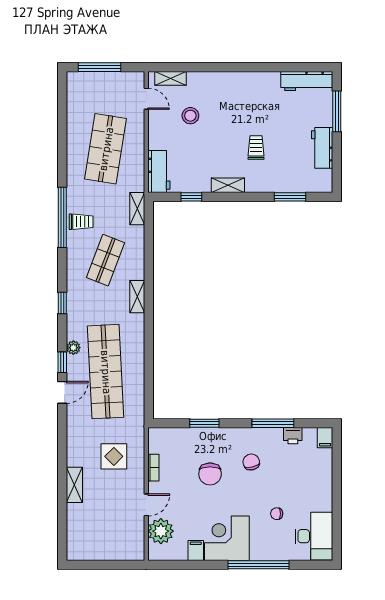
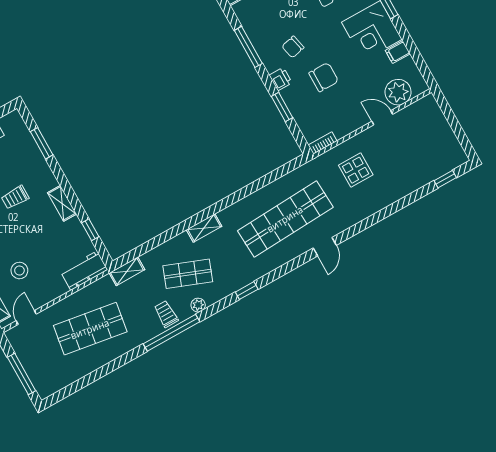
plant: (73, 348) -> (198, 305), moved
window: (62, 362) -> (445, 179), moved
door: (62, 392) -> (325, 247), swing flipped
printer: (293, 436) -> (281, 79), moved
bookcase: (153, 468) -> (323, 143), moved
shelving: (74, 485) -> (400, 191), removed

